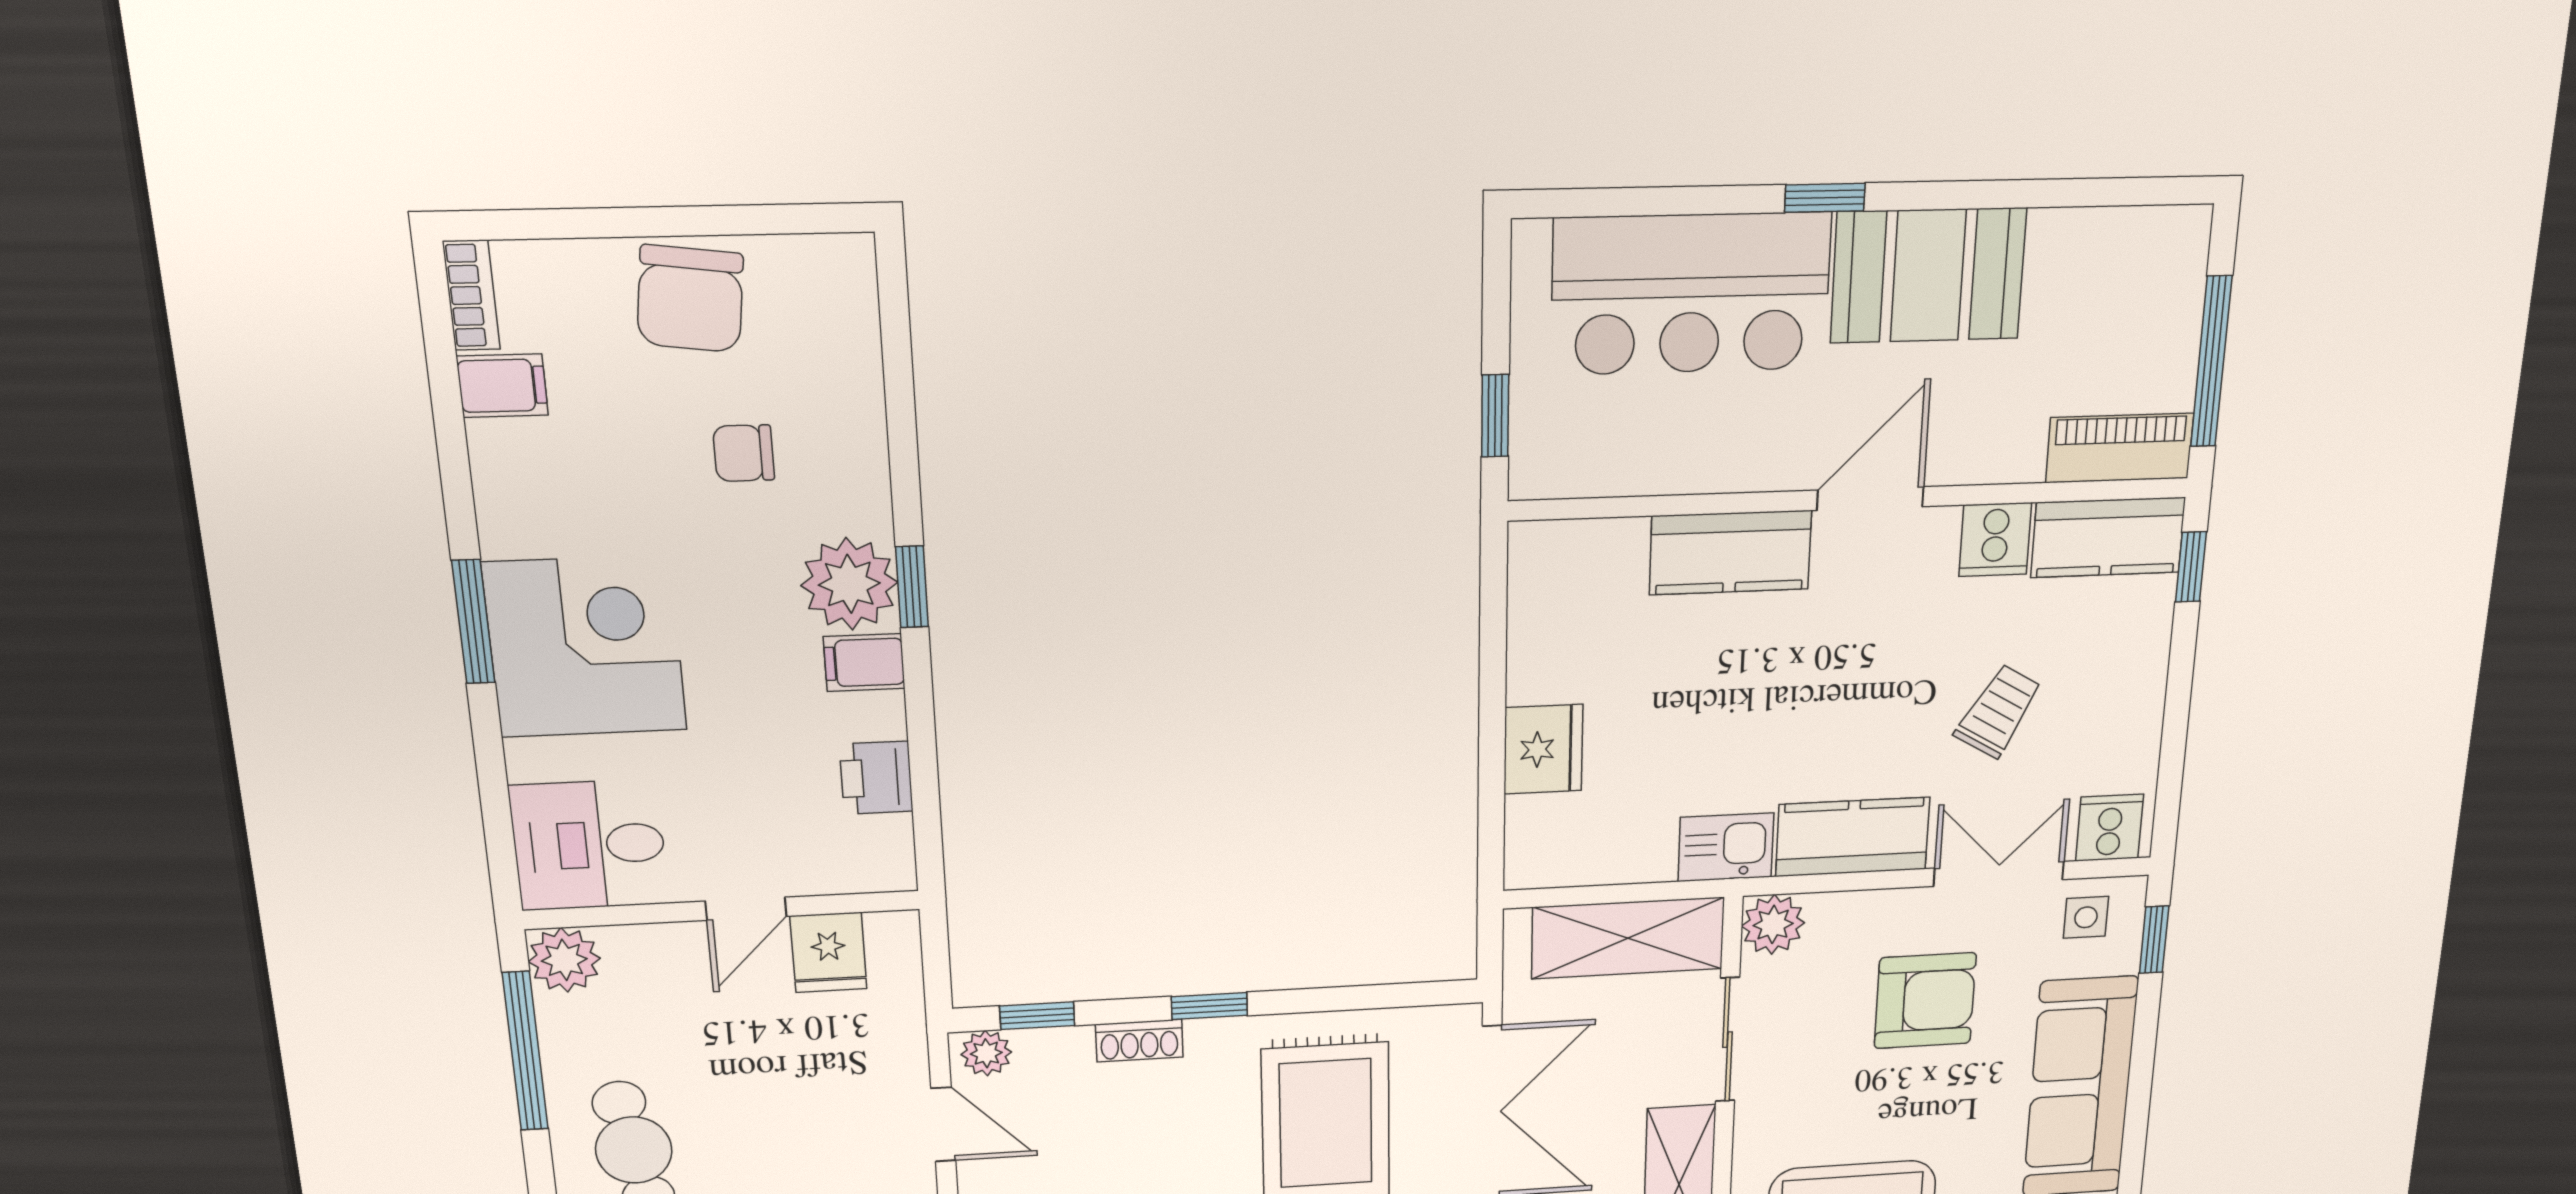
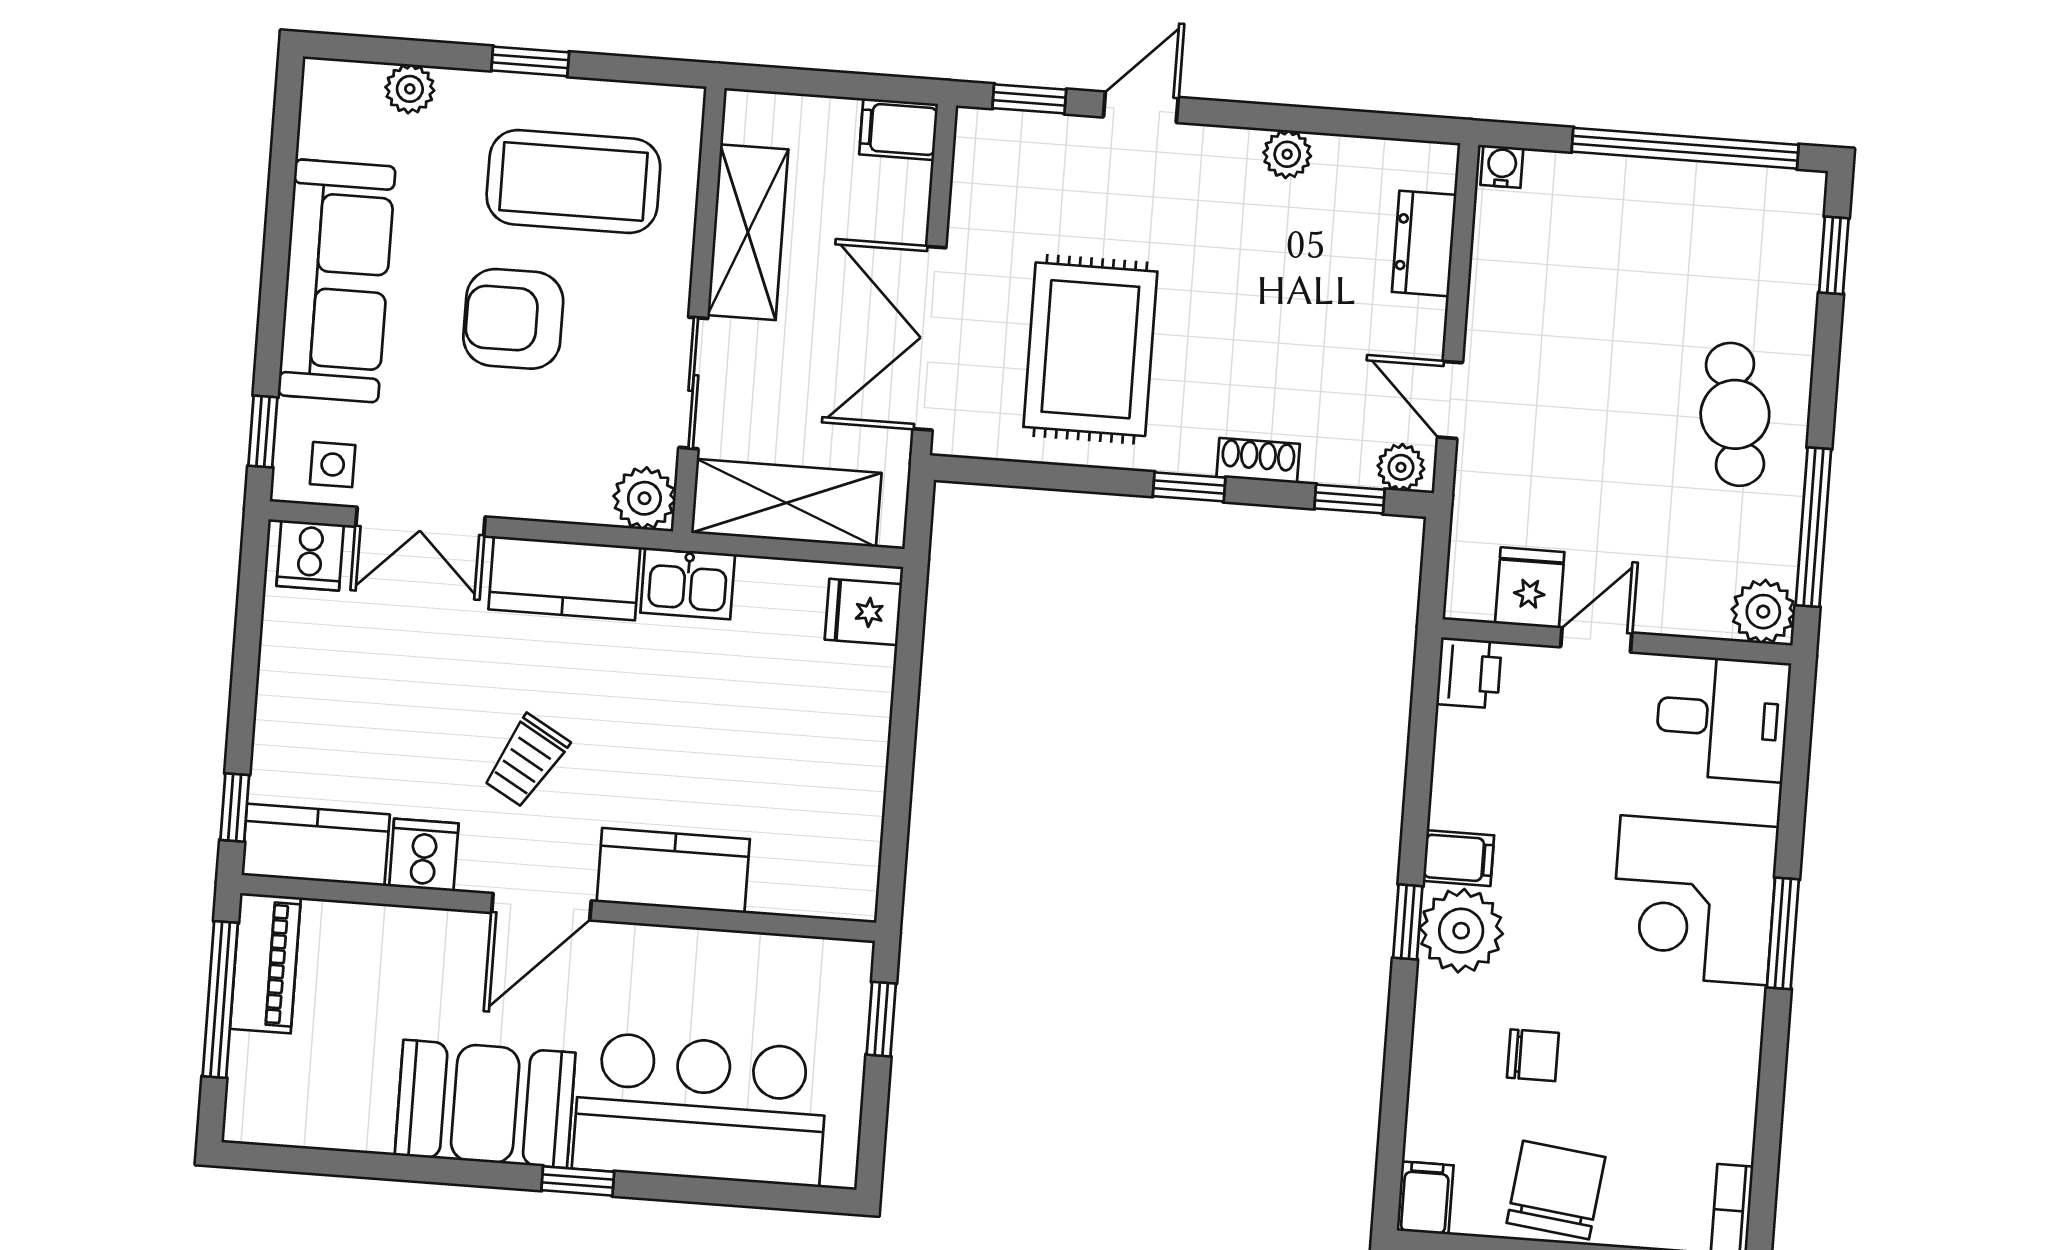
filing cabinet: (502, 386) -> (1425, 1198), moved, turned 90
piano: (2120, 448) -> (265, 963), moved, turned -90
trolley: (1998, 711) -> (526, 761), moved
fridge: (1543, 749) -> (863, 612), moved, width x0.72
printer: (876, 778) -> (1469, 673), moved
armchair: (1925, 1001) -> (513, 319), moved

